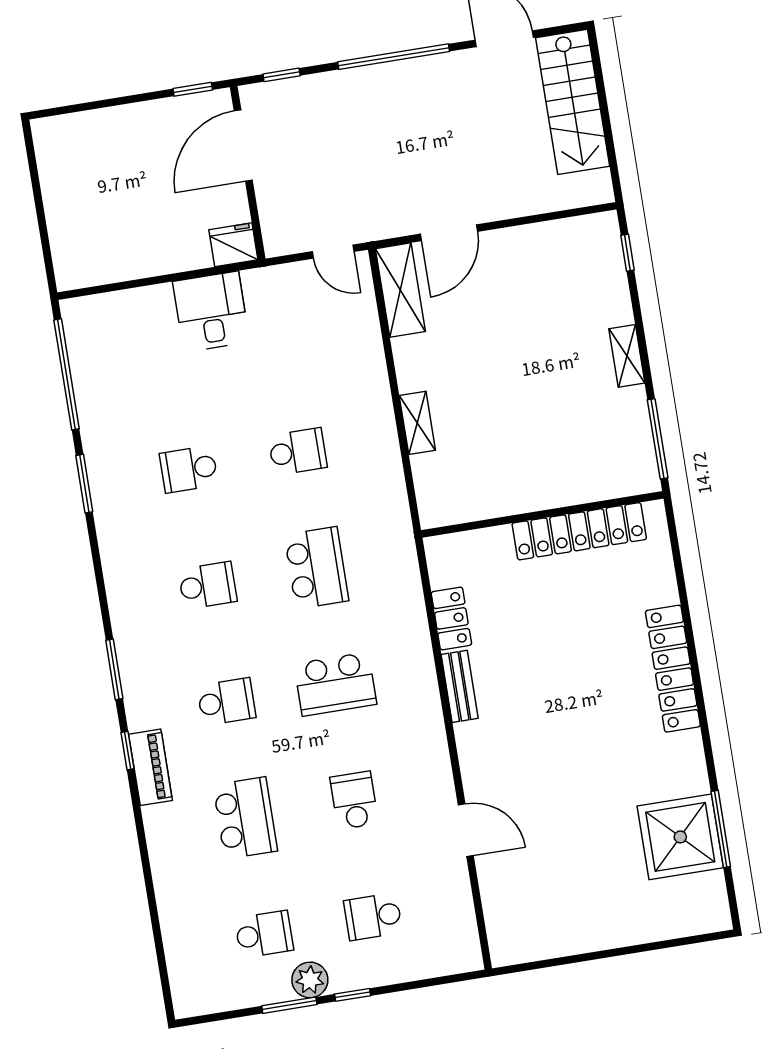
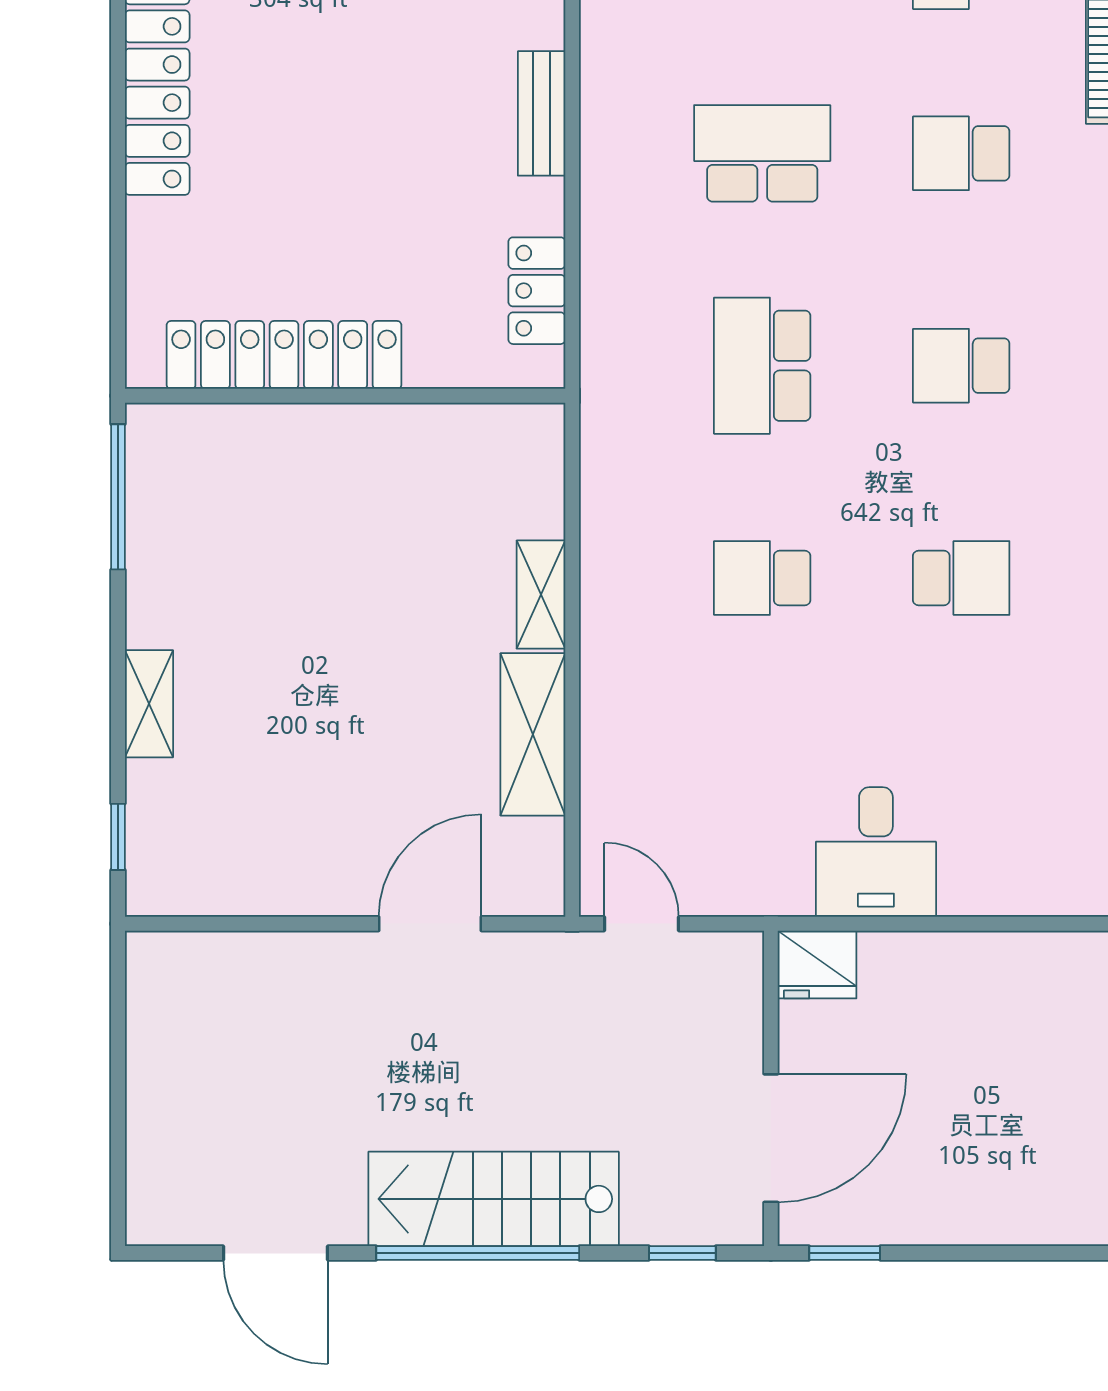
stairs: (573, 102) -> (494, 1199), moved, turned -90
shelving: (400, 290) -> (533, 734), moved
shelving: (627, 356) -> (149, 704), moved
locker: (451, 618) -> (537, 291), moved

